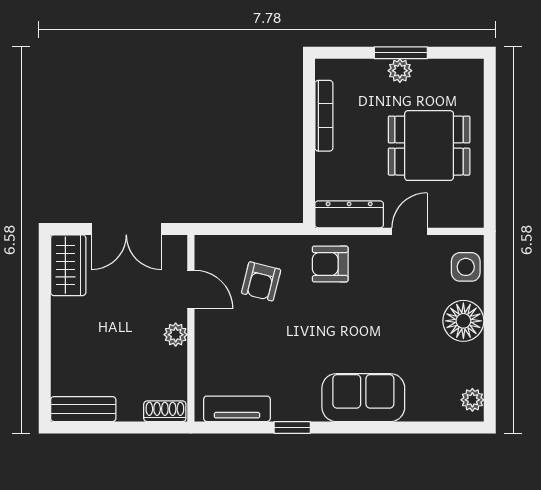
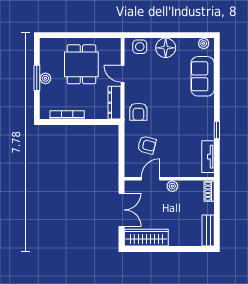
wardrobe: (68, 265) -> (146, 238), width x1.50
sofa: (363, 398) -> (203, 76), moved

